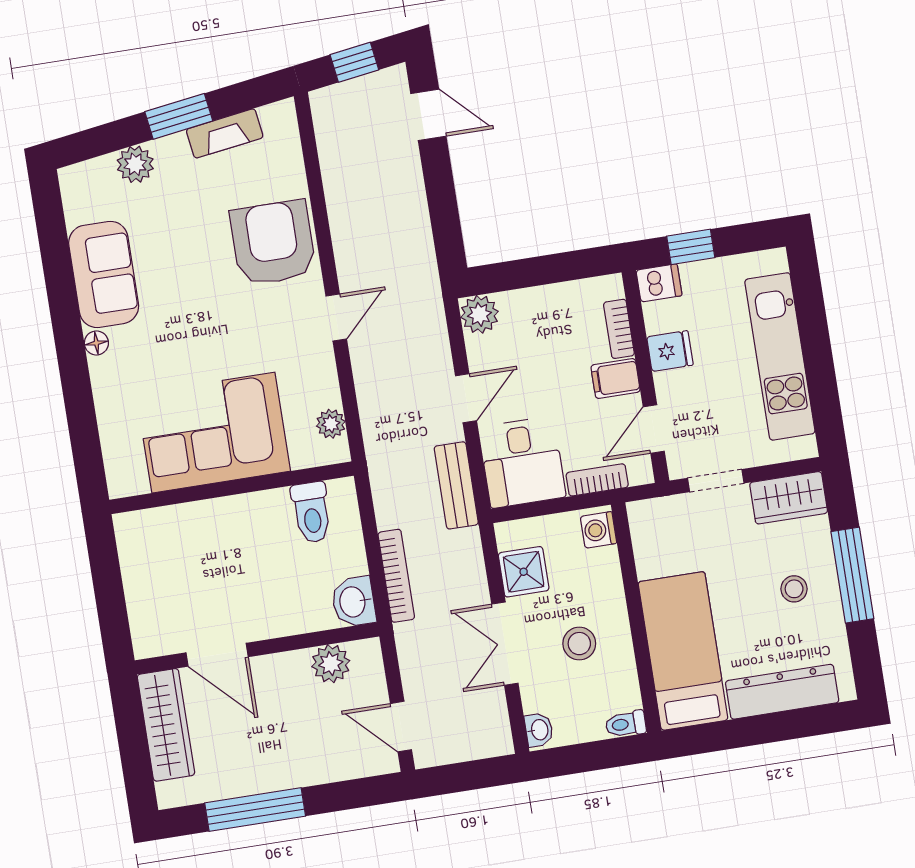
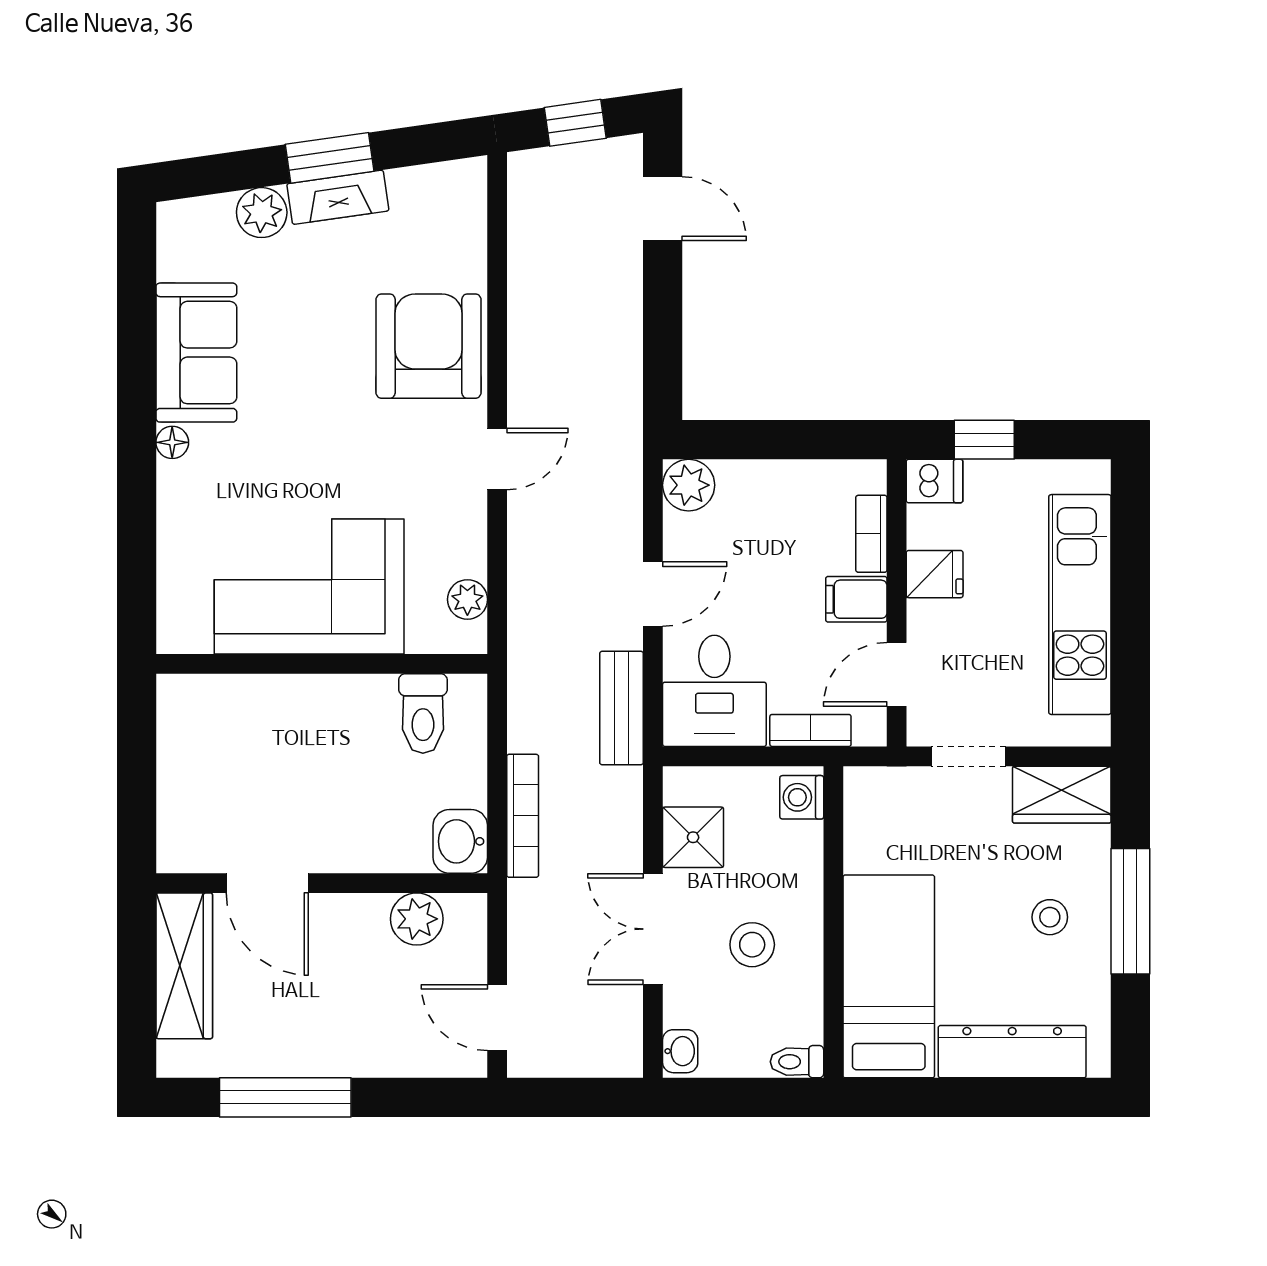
fireplace: (225, 133) -> (338, 197), moved

